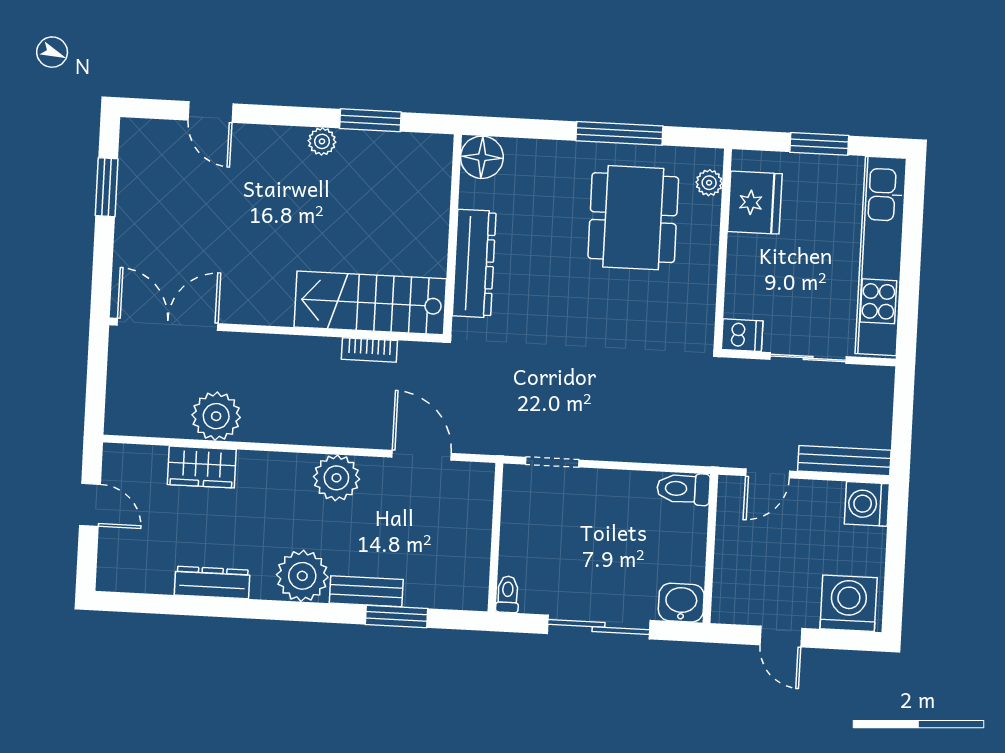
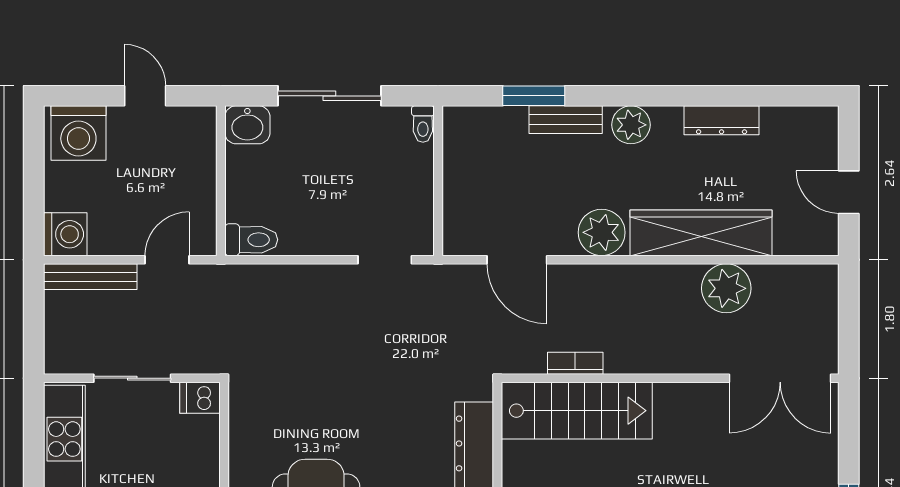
wardrobe: (202, 467) -> (701, 233), width x2.10, depth x1.17
plant: (302, 576) -> (631, 125), width x0.73, depth x0.73

